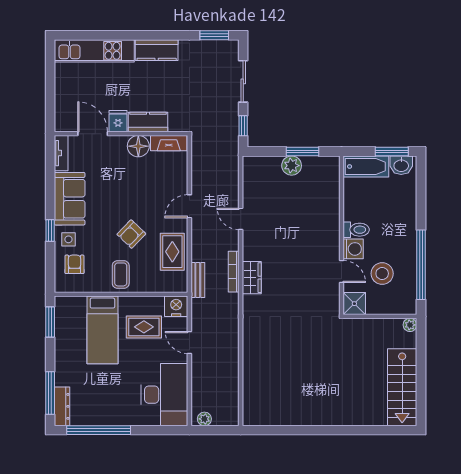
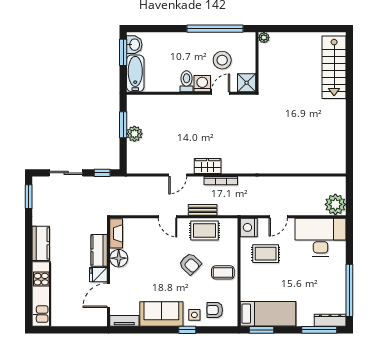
wardrobe: (252, 278) -> (208, 166), moved
bench: (198, 280) -> (203, 210), moved
rug: (144, 327) -> (266, 254), turned 90
bed: (102, 330) -> (268, 314), moved
stairs: (402, 387) -> (334, 67), moved, turned 90
plant: (204, 419) -> (335, 204), width x1.88, depth x1.88

